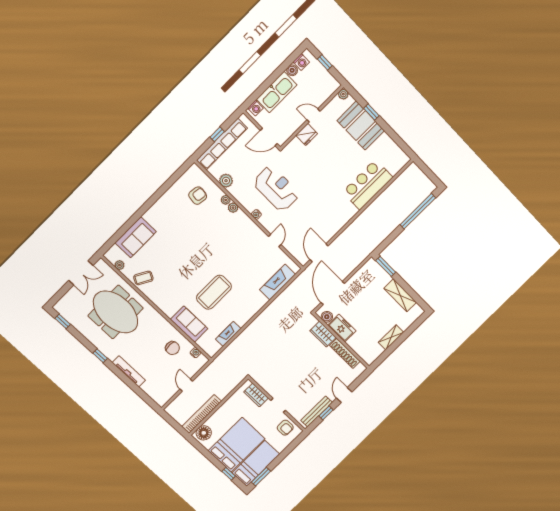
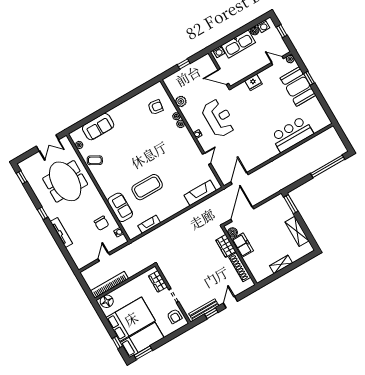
door: (313, 115) -> (277, 61), moved
row of seats: (222, 144) -> (185, 73), removed

